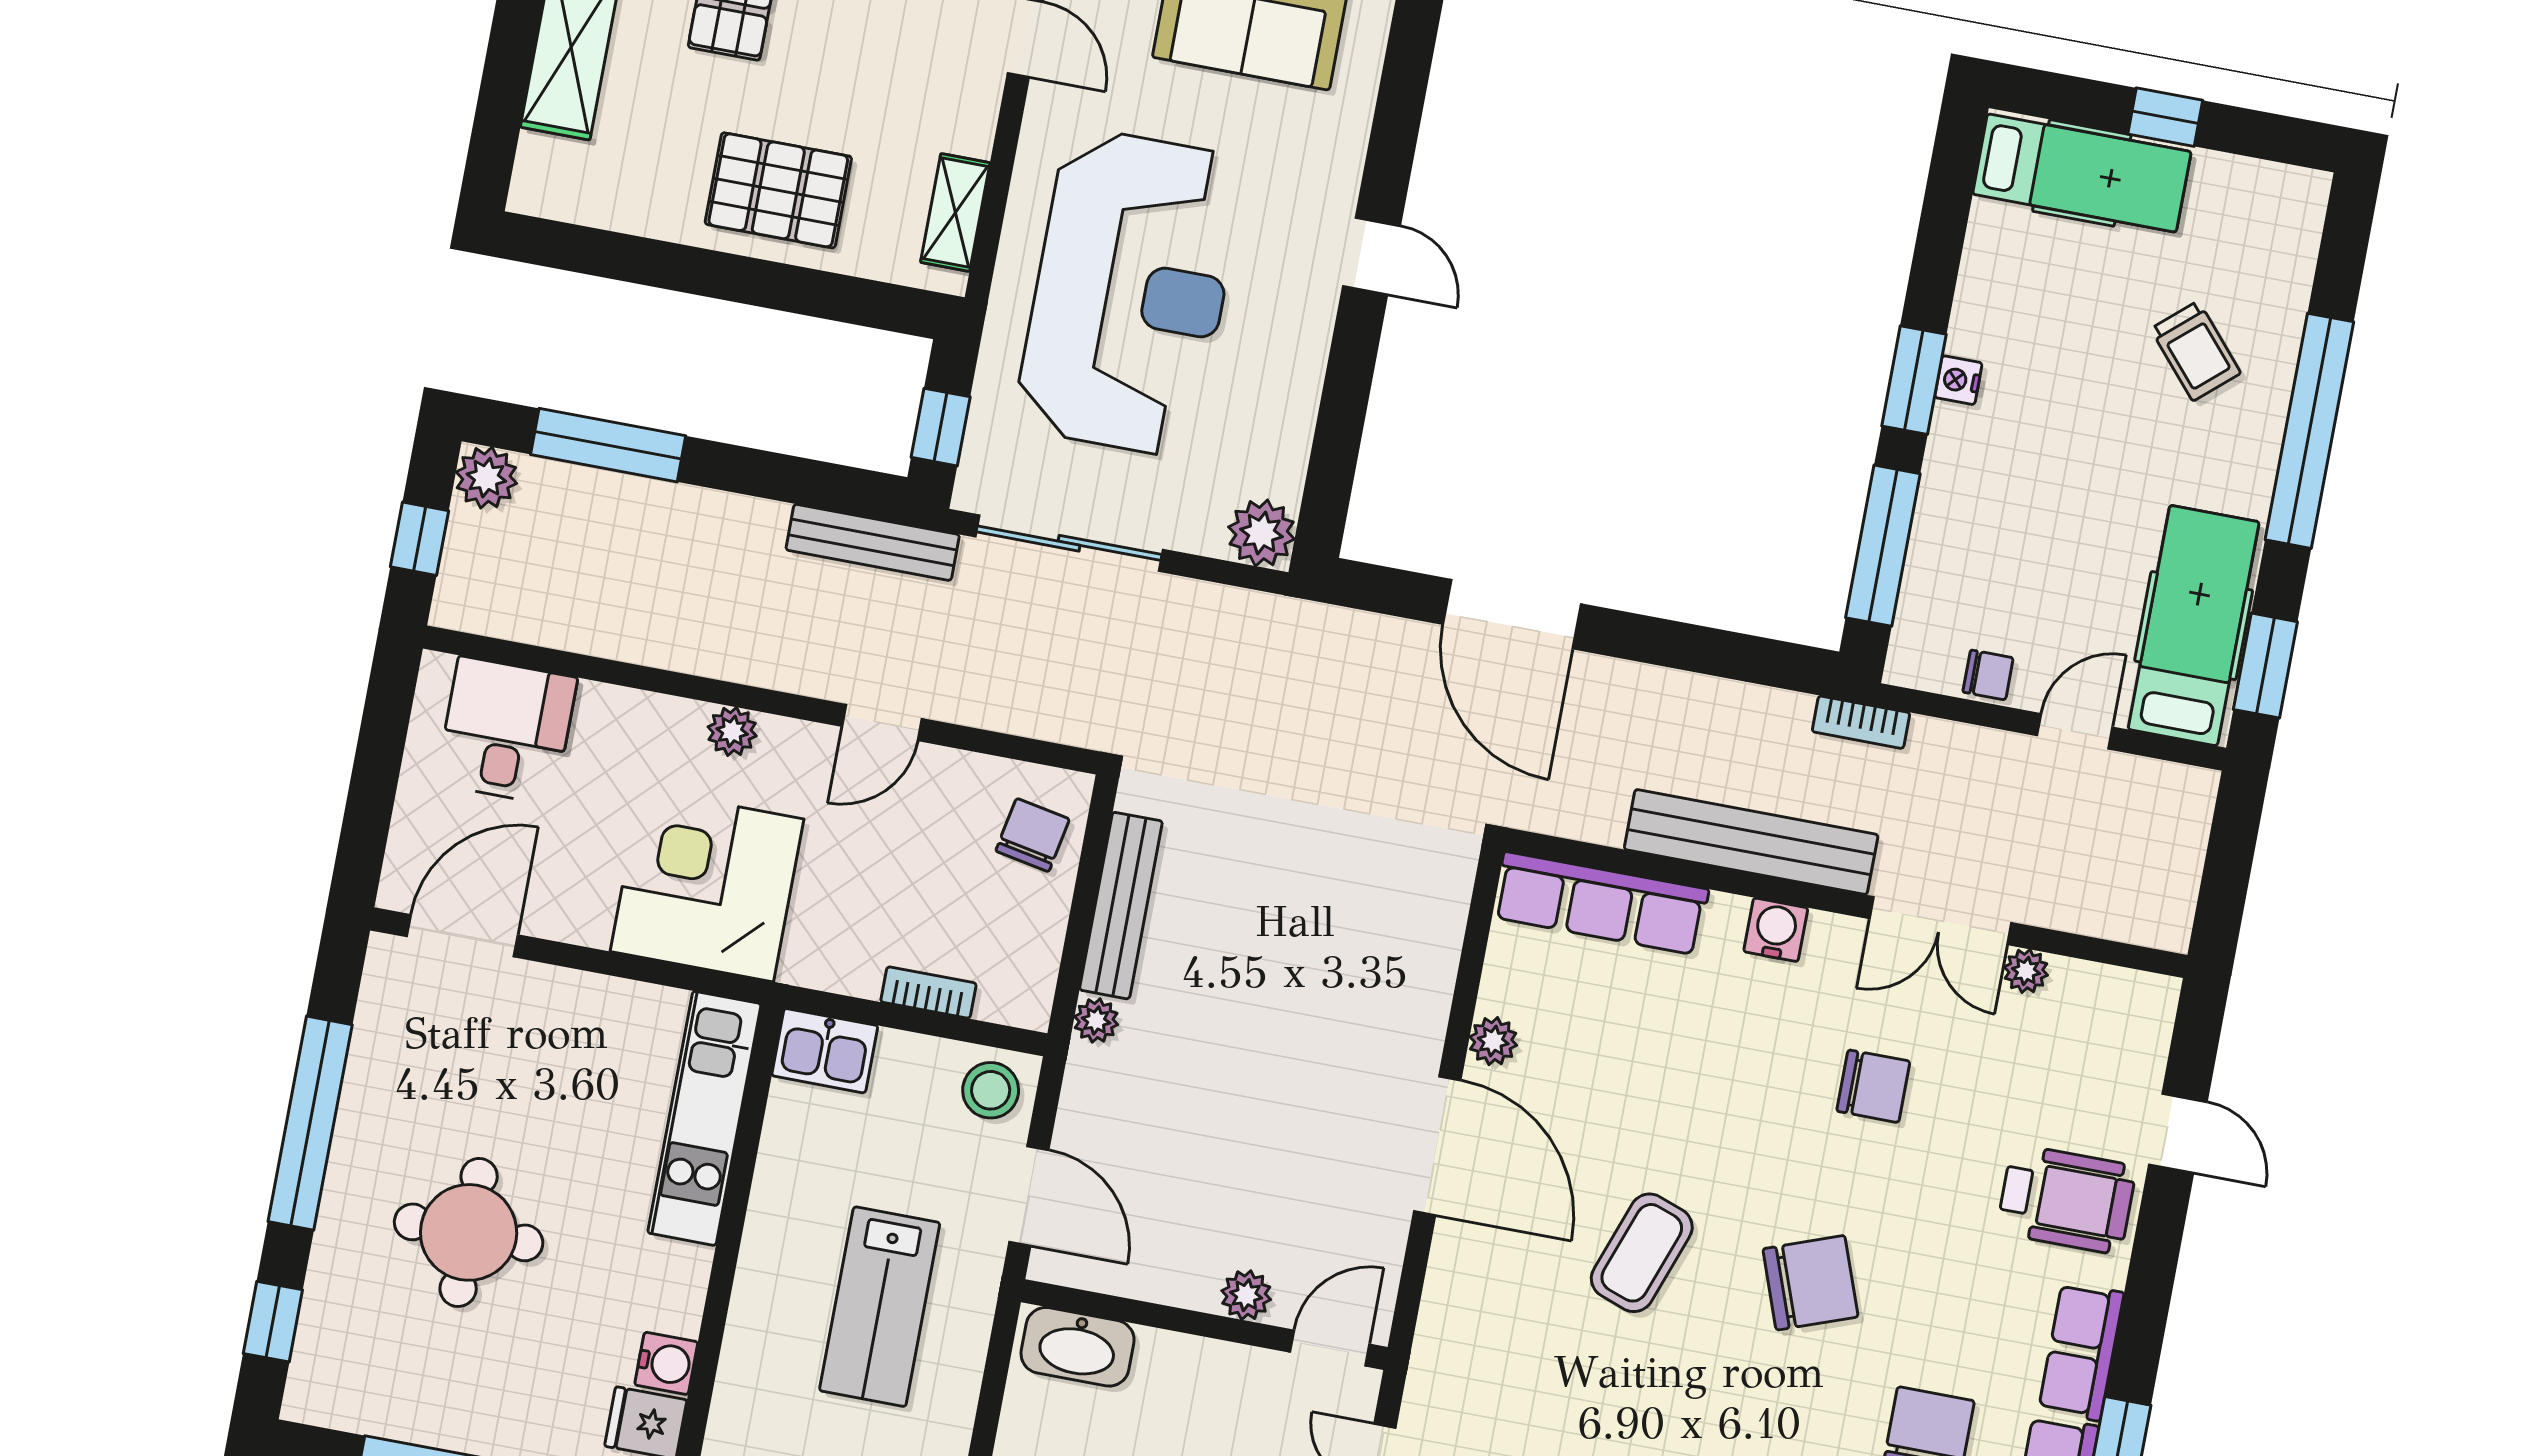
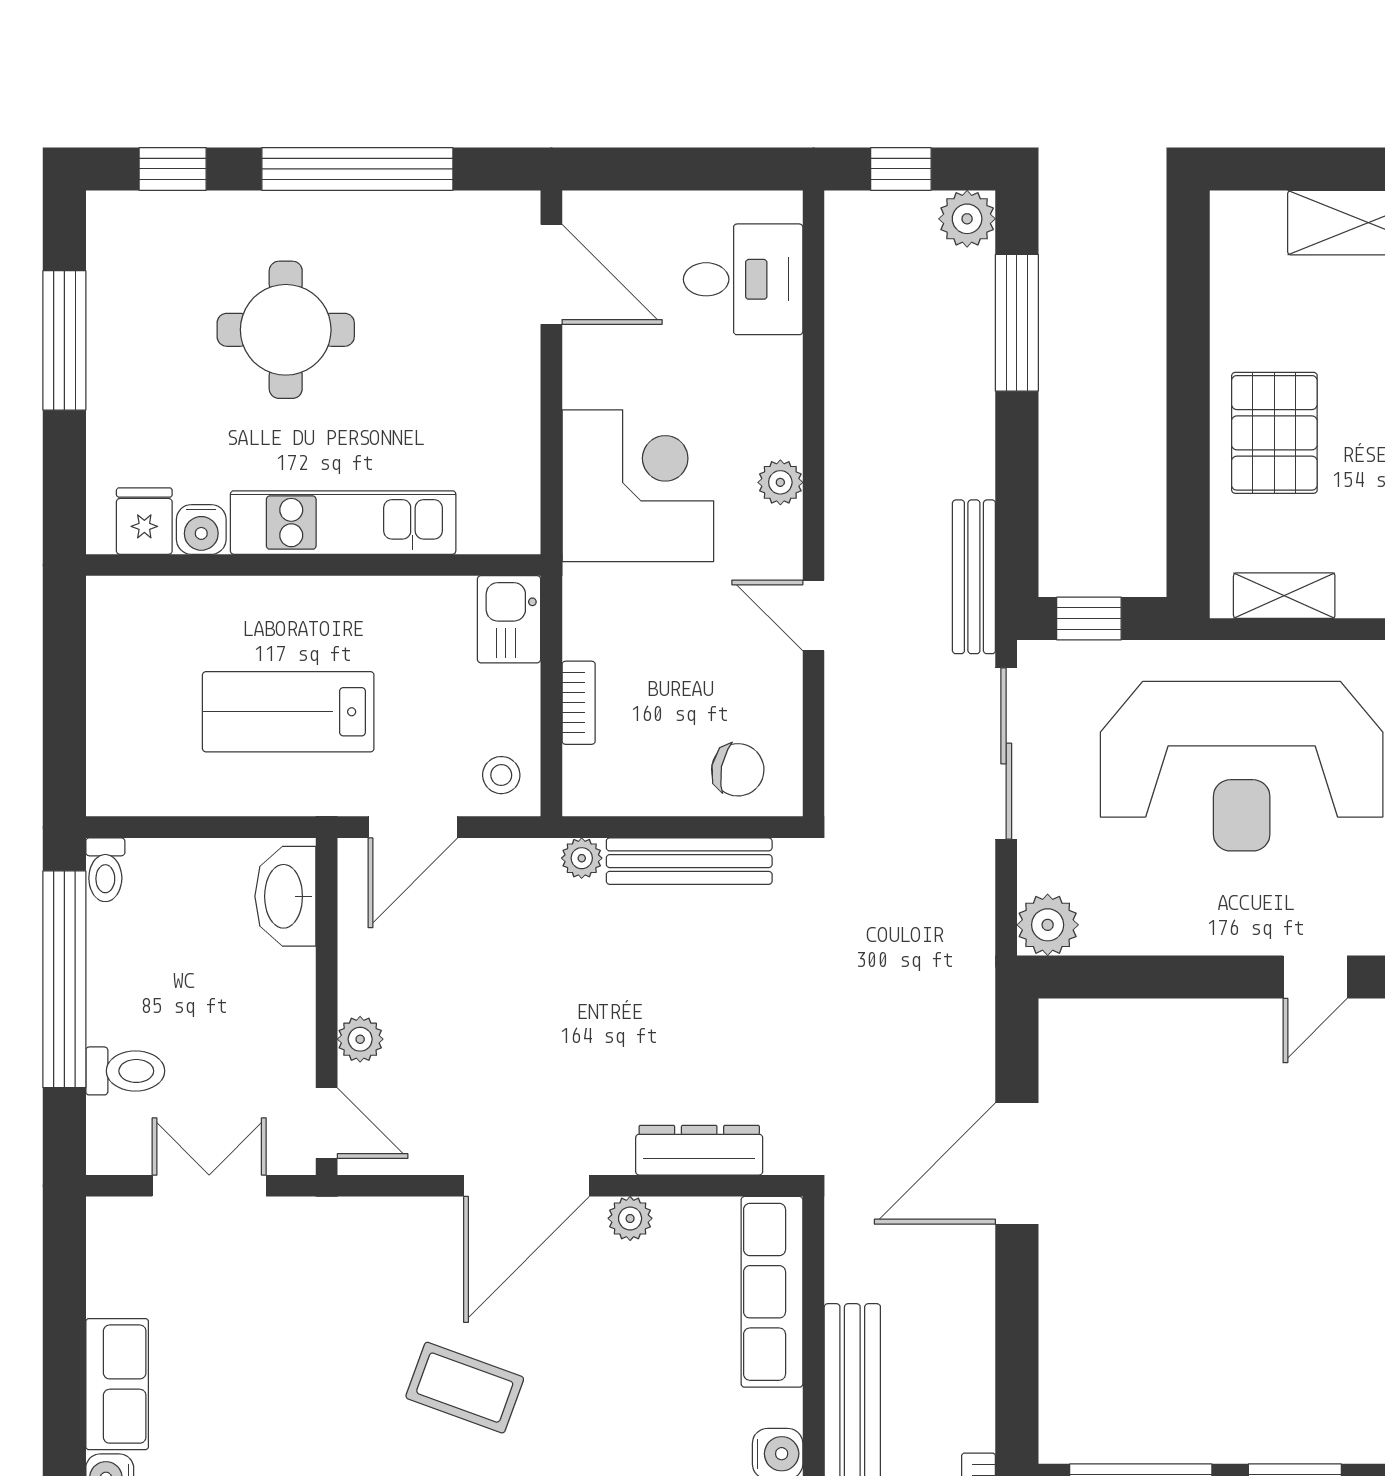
dresser: (1434, 953) -> (699, 1150), added
stool: (991, 1090) -> (501, 775), width x0.73, depth x0.73
kitchen unit: (704, 1118) -> (343, 523), moved

